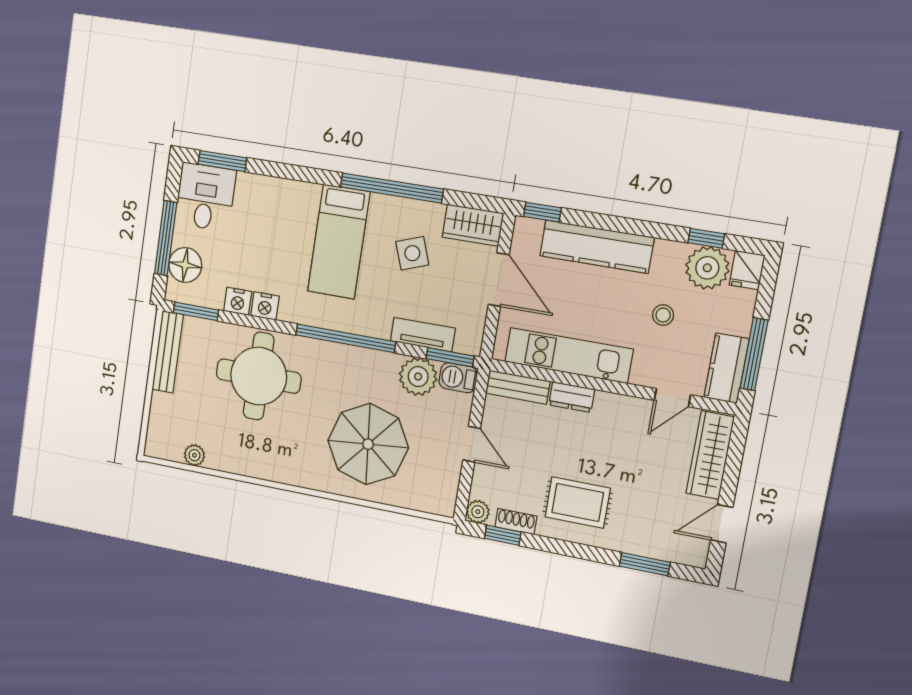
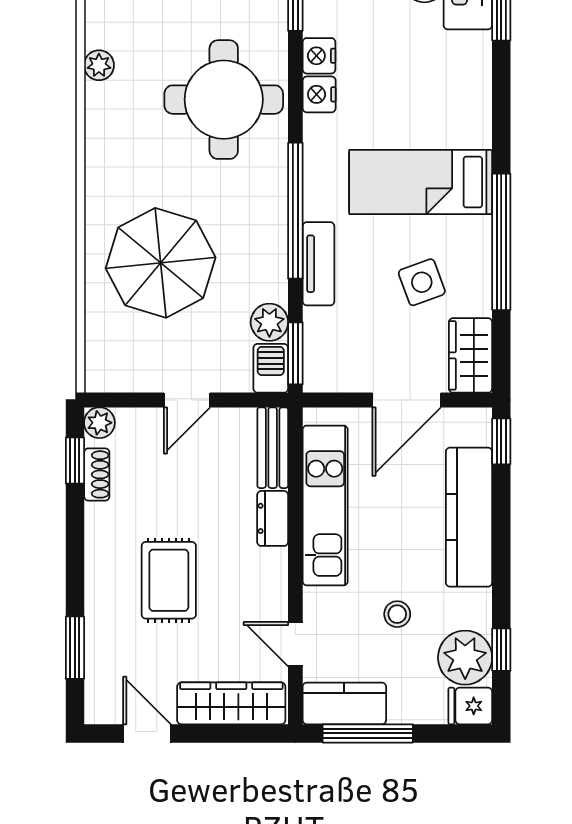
tv unit: (423, 335) -> (319, 264), moved
plant: (418, 377) -> (269, 322), width x0.73, depth x0.73
plant: (194, 455) -> (99, 65), moved
rug: (578, 502) -> (169, 580), moved

